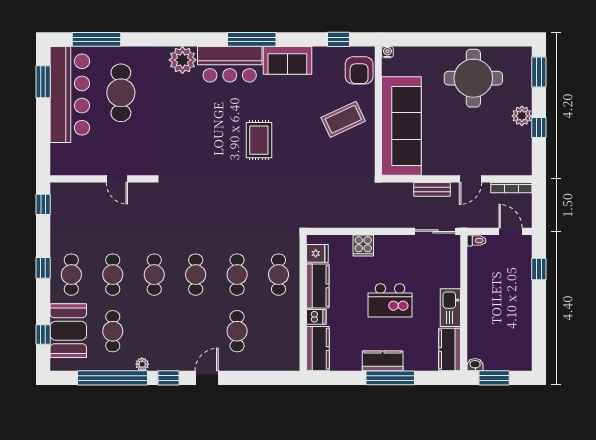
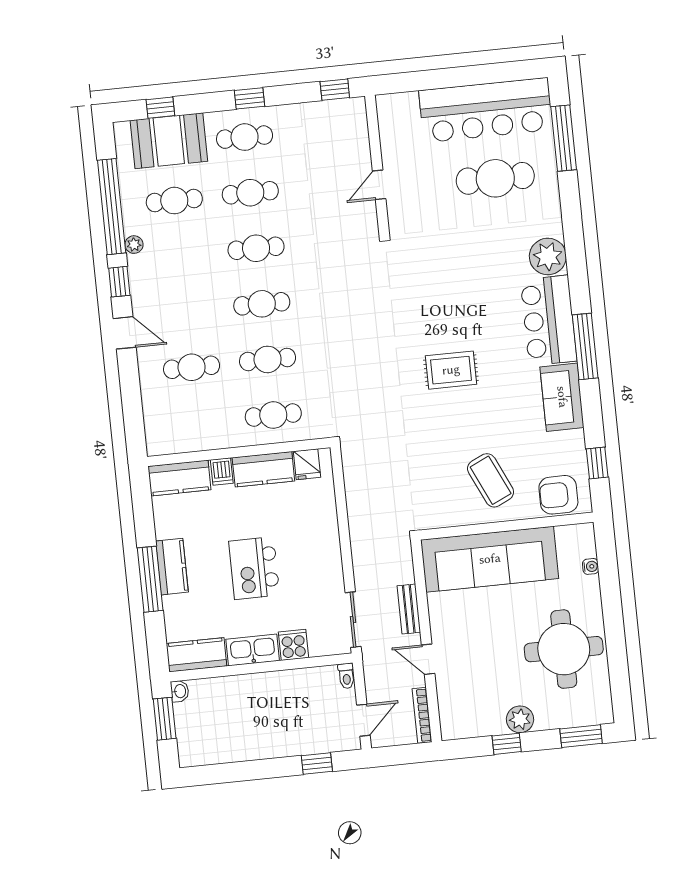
water cooler: (387, 52) -> (591, 566), moved
window: (43, 82) -> (499, 73), removed
cooker: (363, 246) -> (293, 645), moved, turned 90

